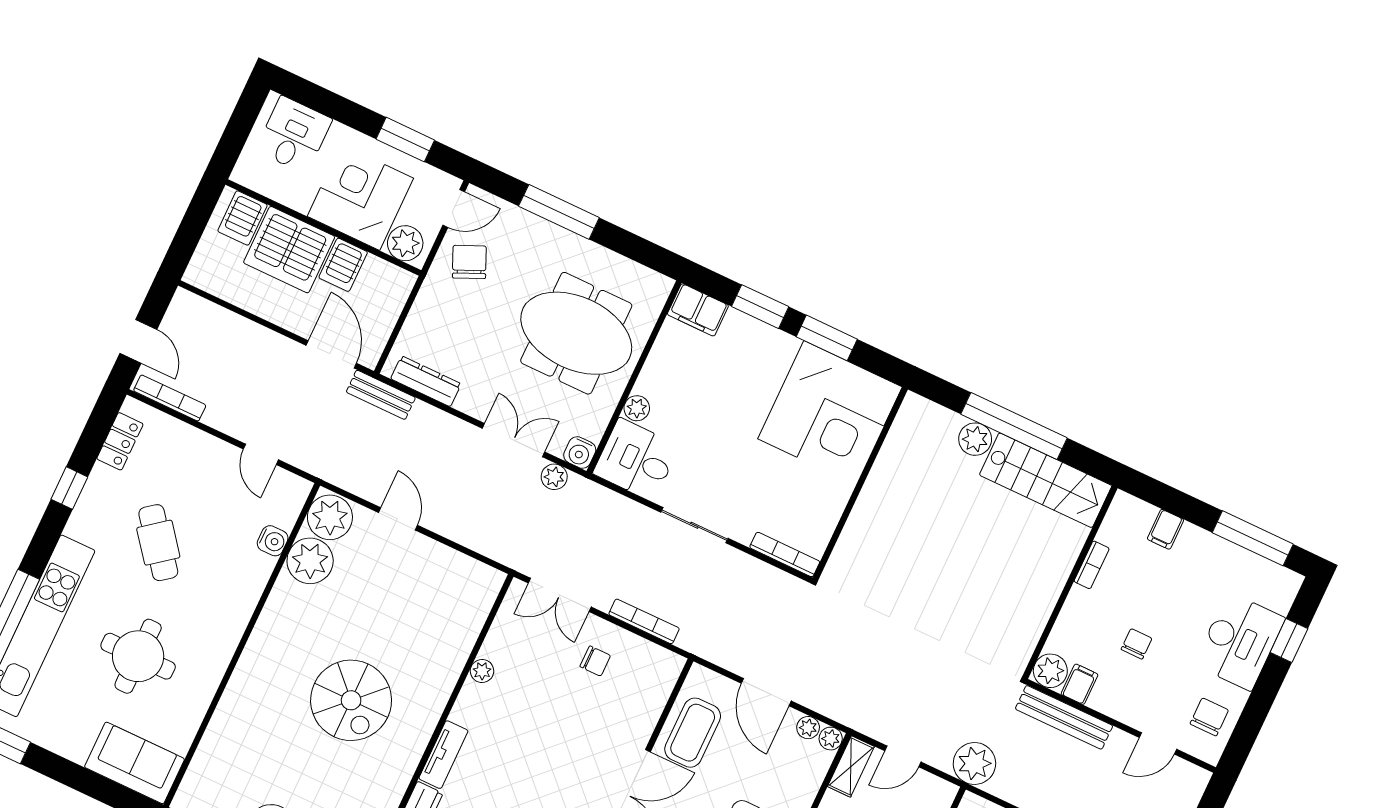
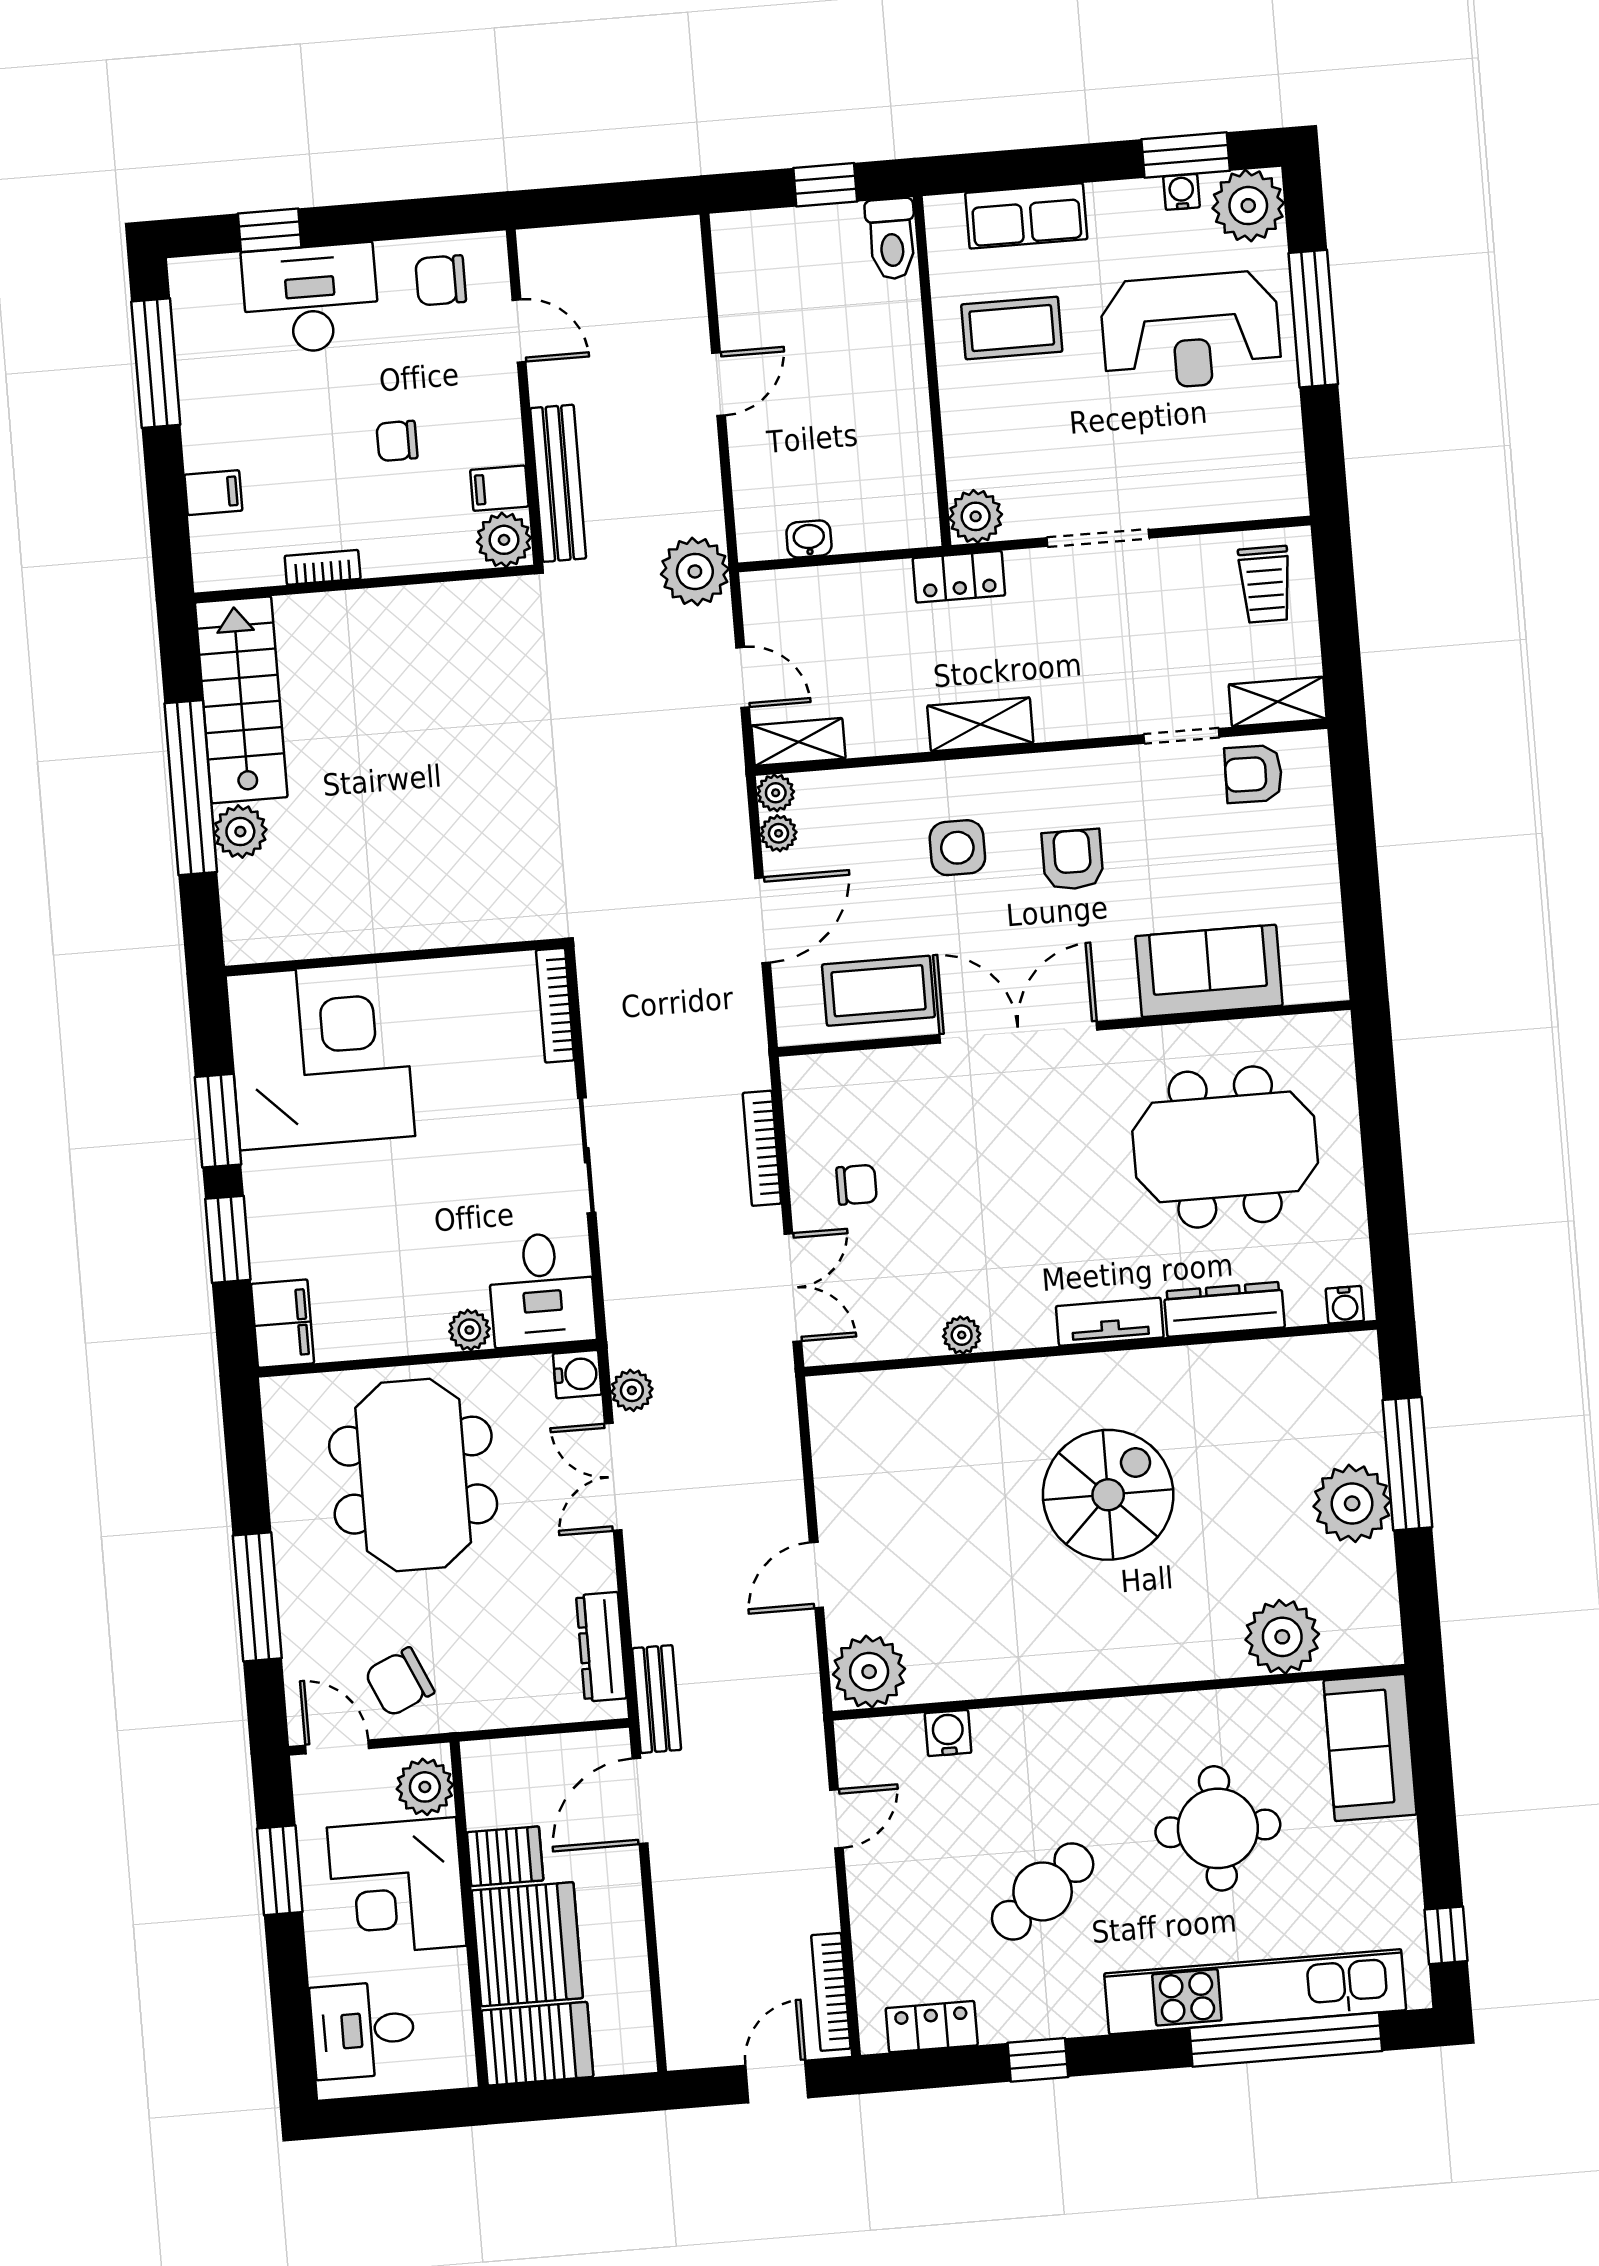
server rack: (242, 218) -> (537, 2044), width x1.36, depth x1.44
plant: (310, 561) -> (1282, 1637), moved
chair: (595, 661) -> (857, 1185), turned 90

